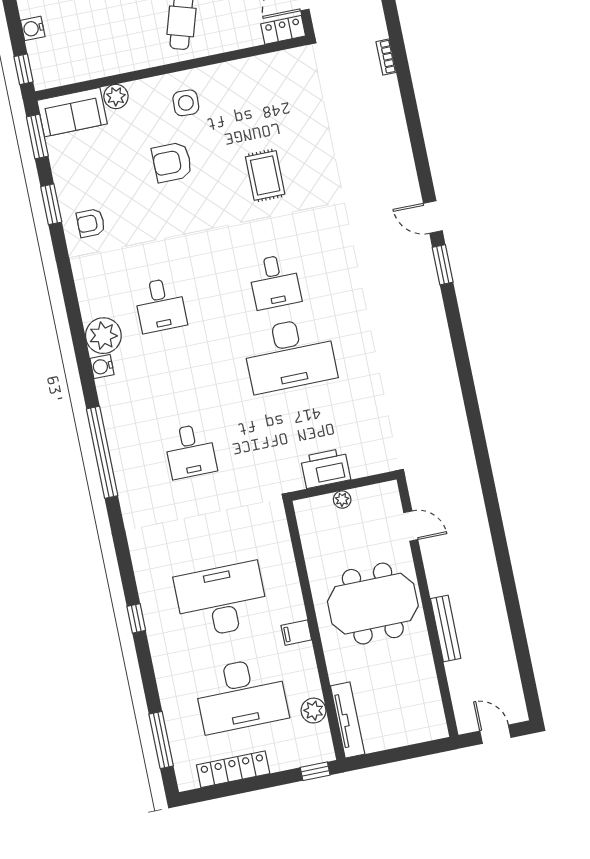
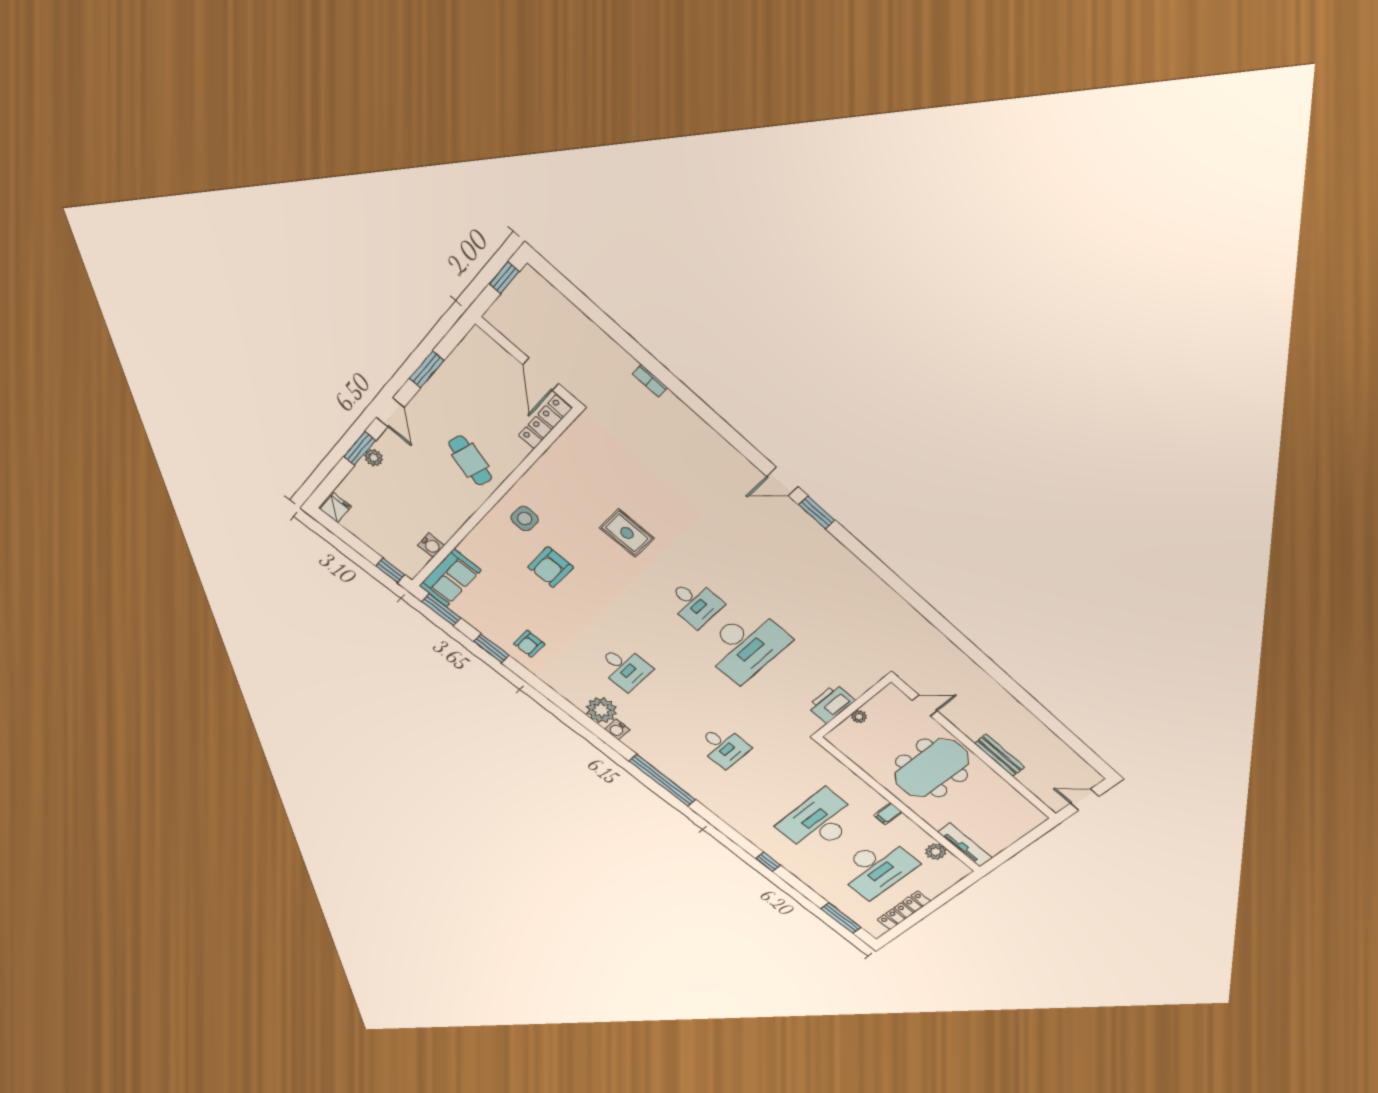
water cooler: (33, 28) -> (431, 545), moved, turned -90
locker: (283, 30) -> (545, 422), width x1.53
plant: (116, 96) -> (471, 547), removed
window: (315, 771) -> (963, 884), removed

